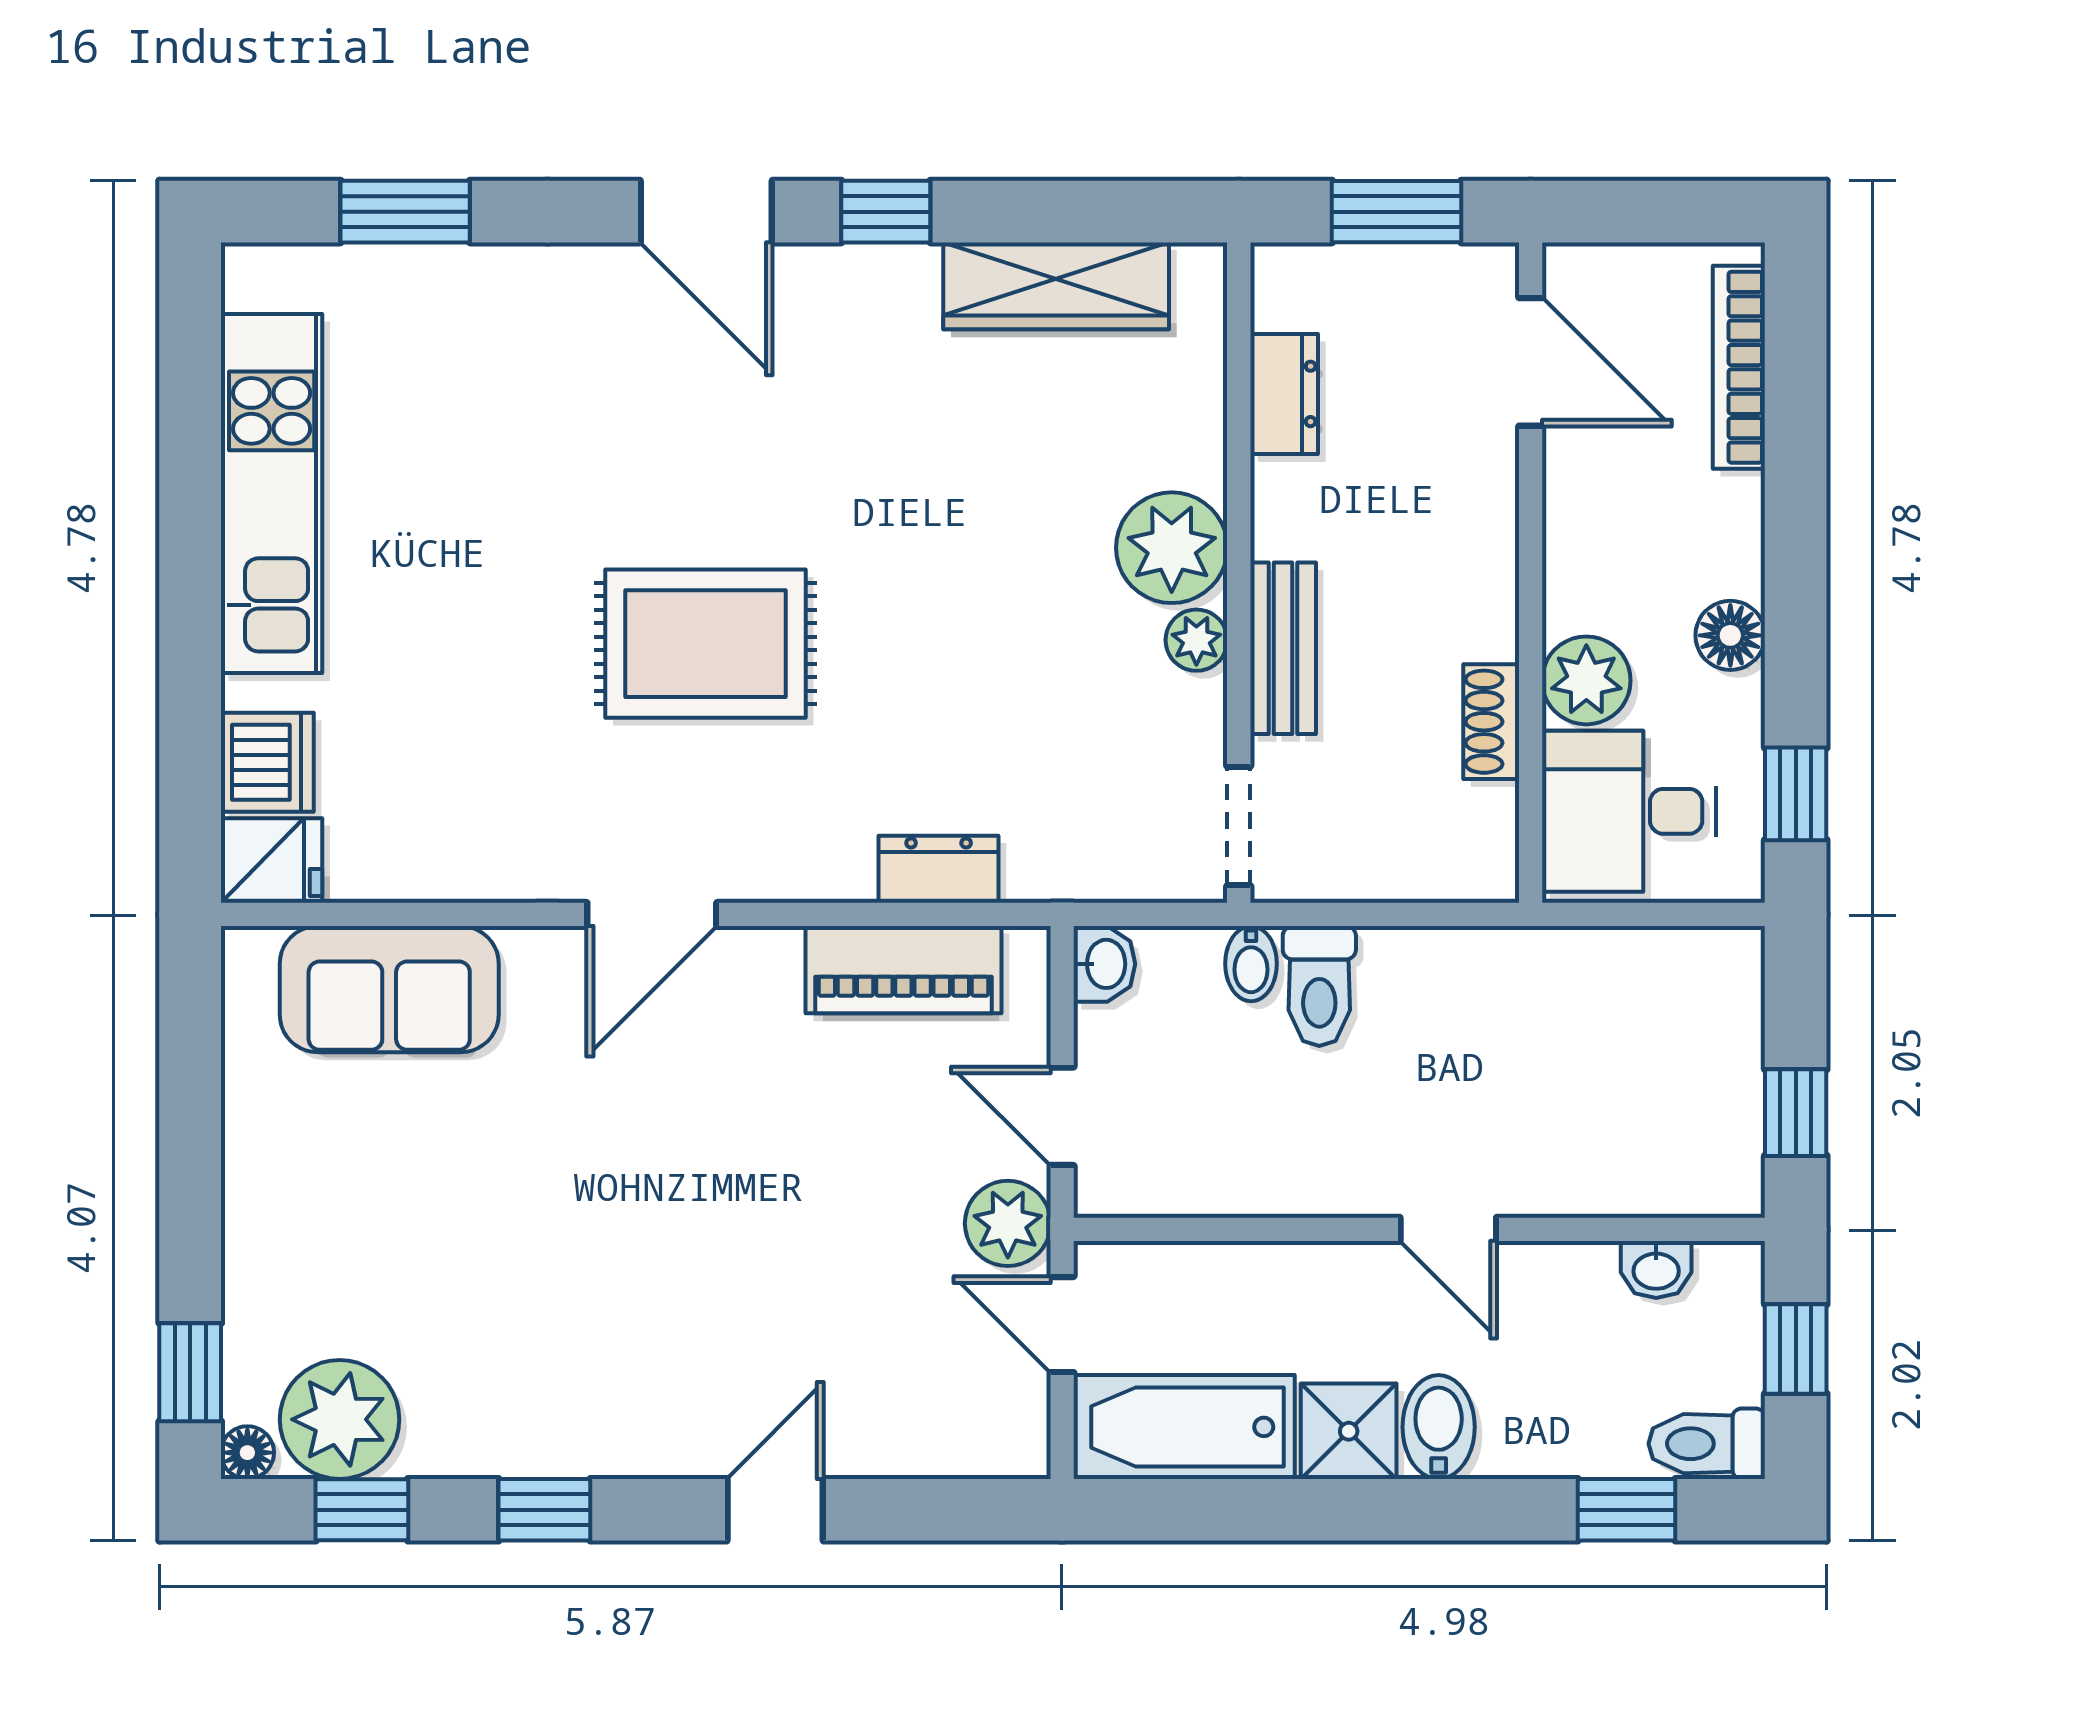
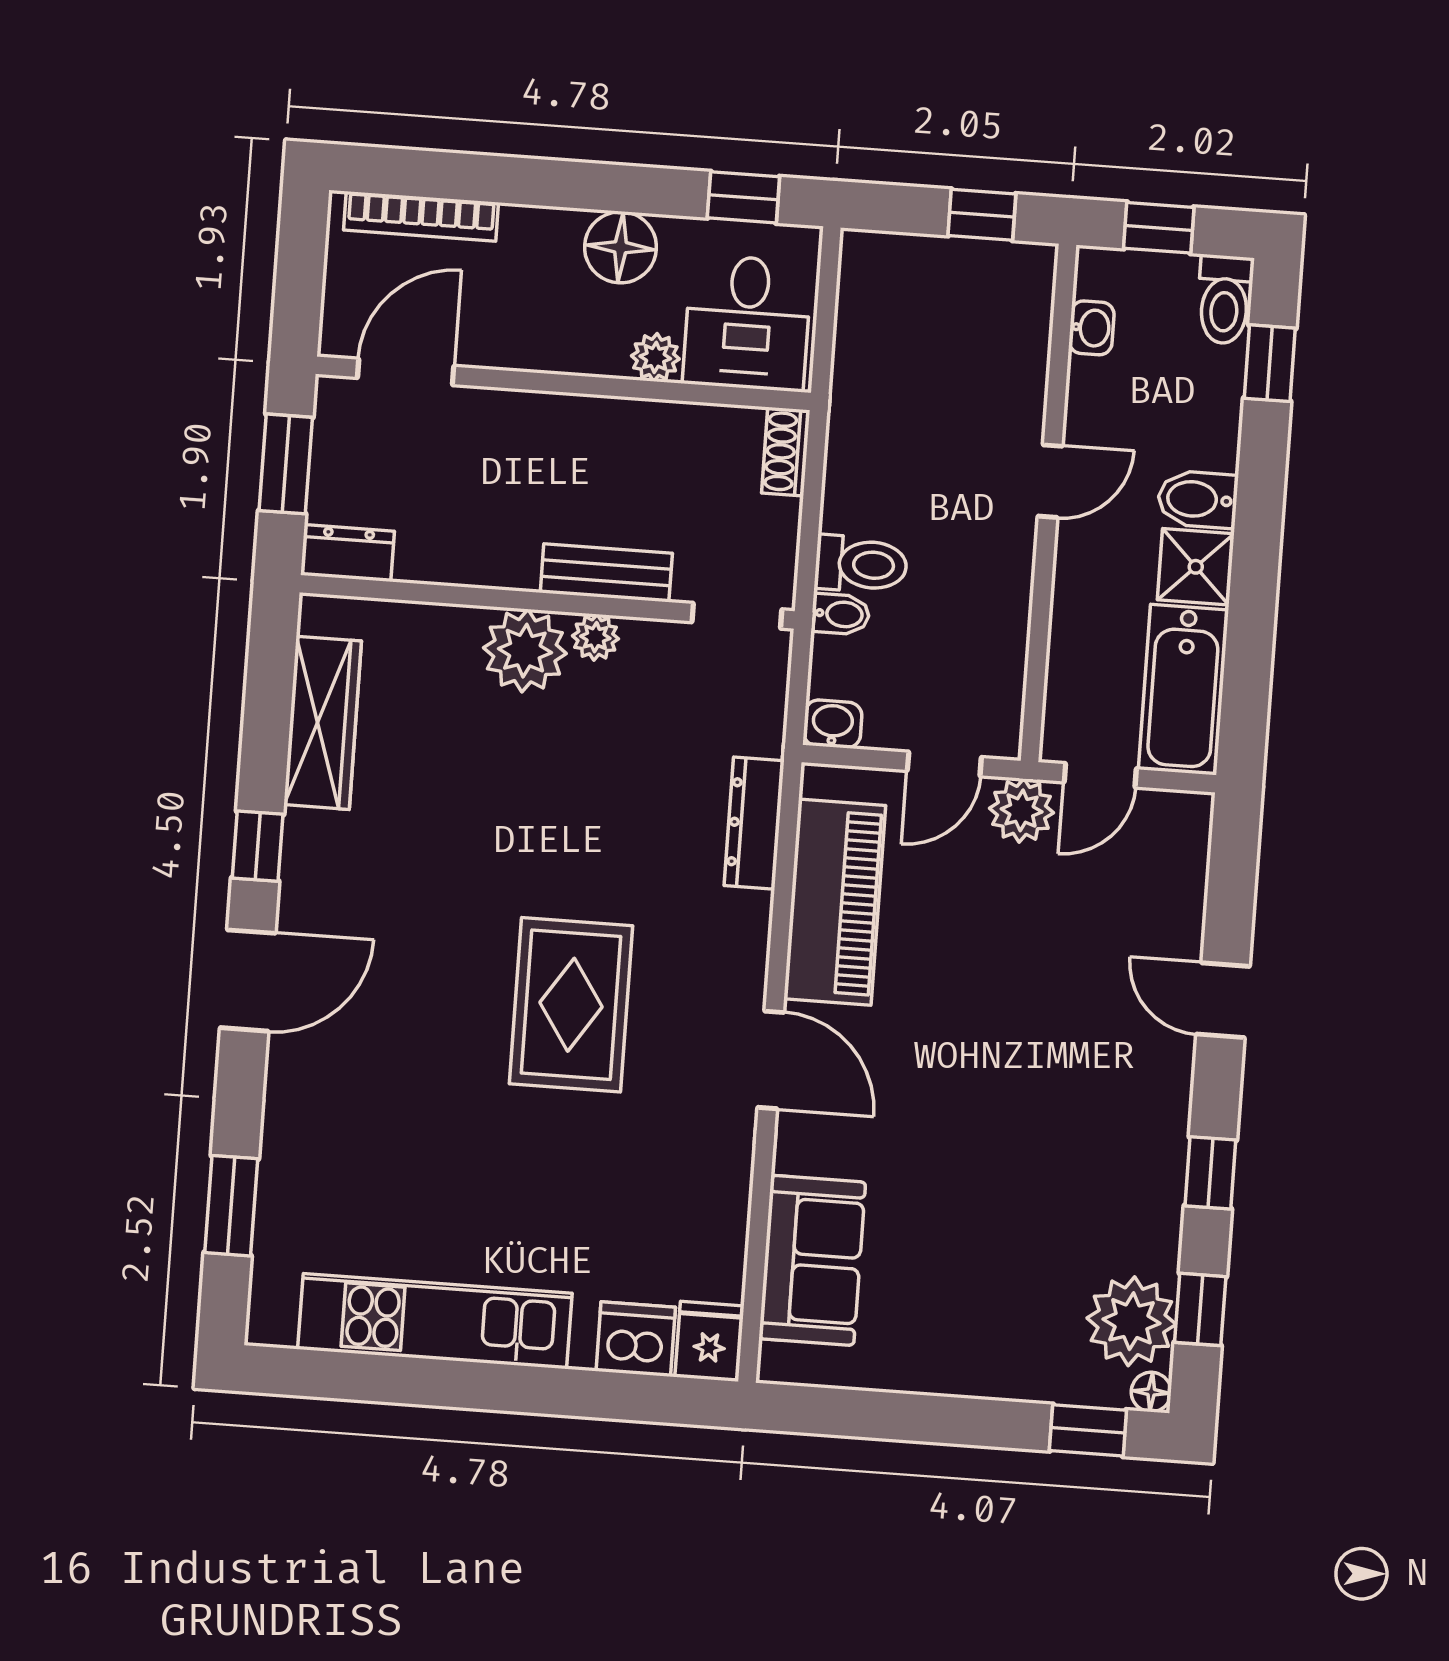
dresser: (1284, 394) -> (348, 553), moved
floor lamp: (1730, 635) -> (621, 247), width x1.38, depth x1.38
plant: (1586, 680) -> (655, 357), width x0.73, depth x0.73
shoe rack: (1491, 722) -> (786, 452), moved, turned 90
dresser: (939, 869) -> (754, 823), width x1.44
piano: (903, 970) -> (835, 902), width x1.37, depth x1.33

